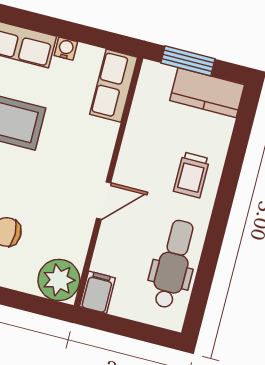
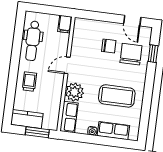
plant: (59, 280) -> (74, 92), moved

